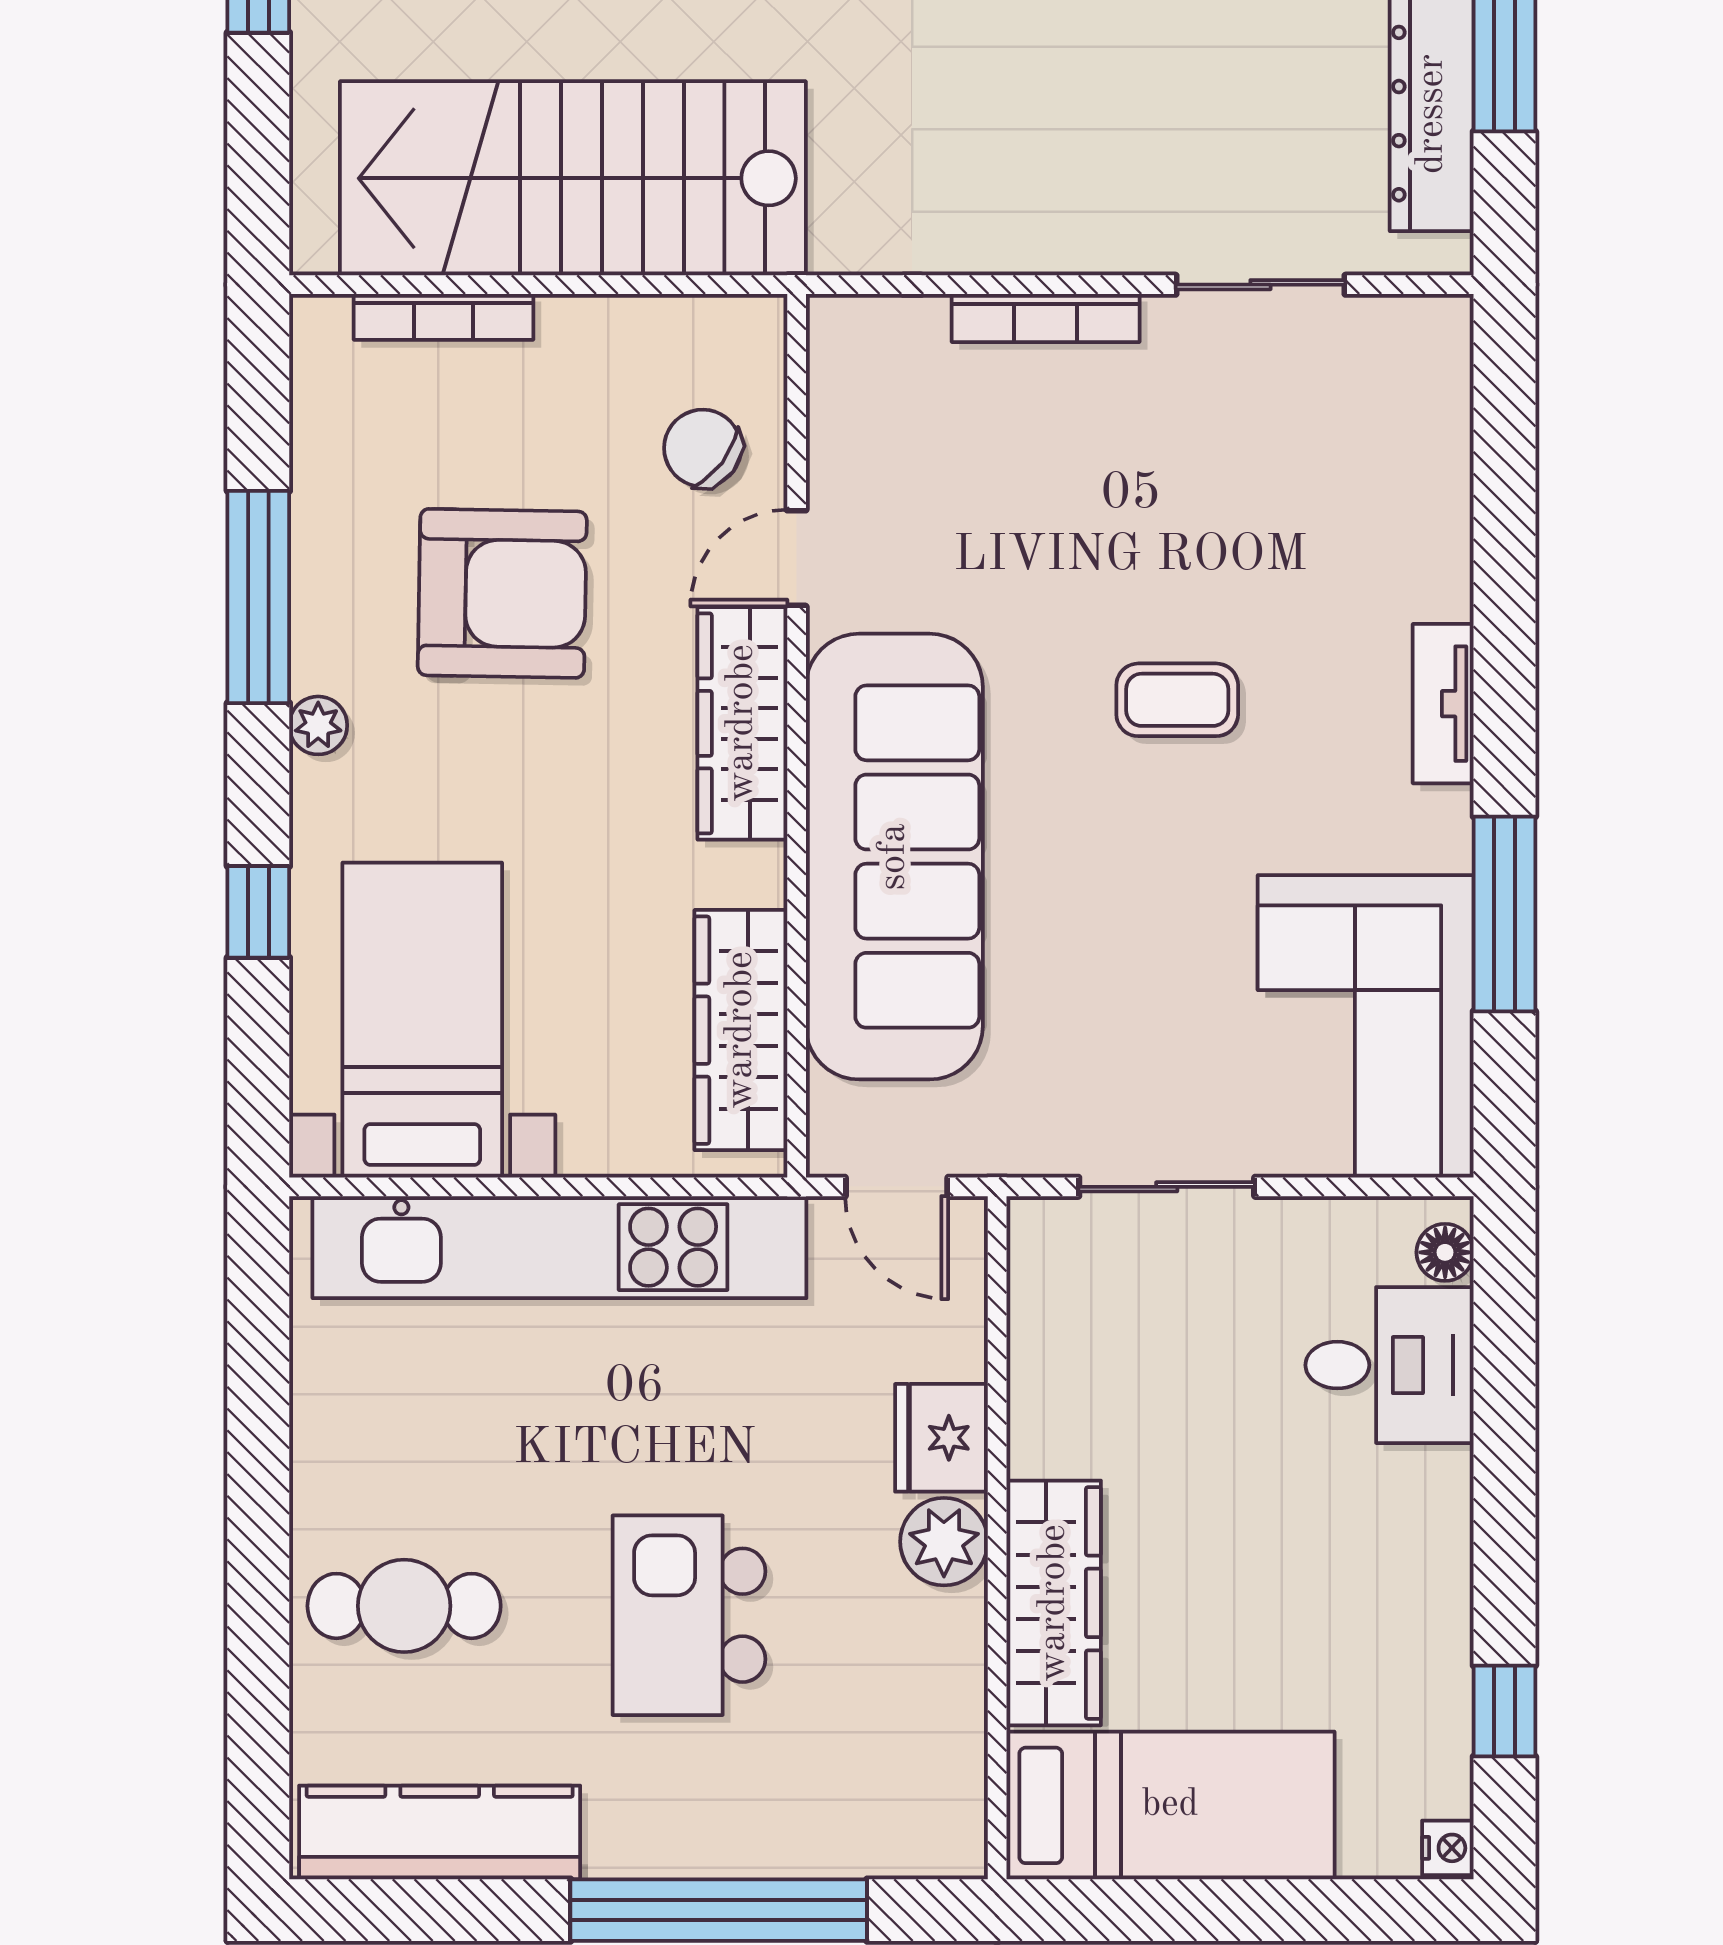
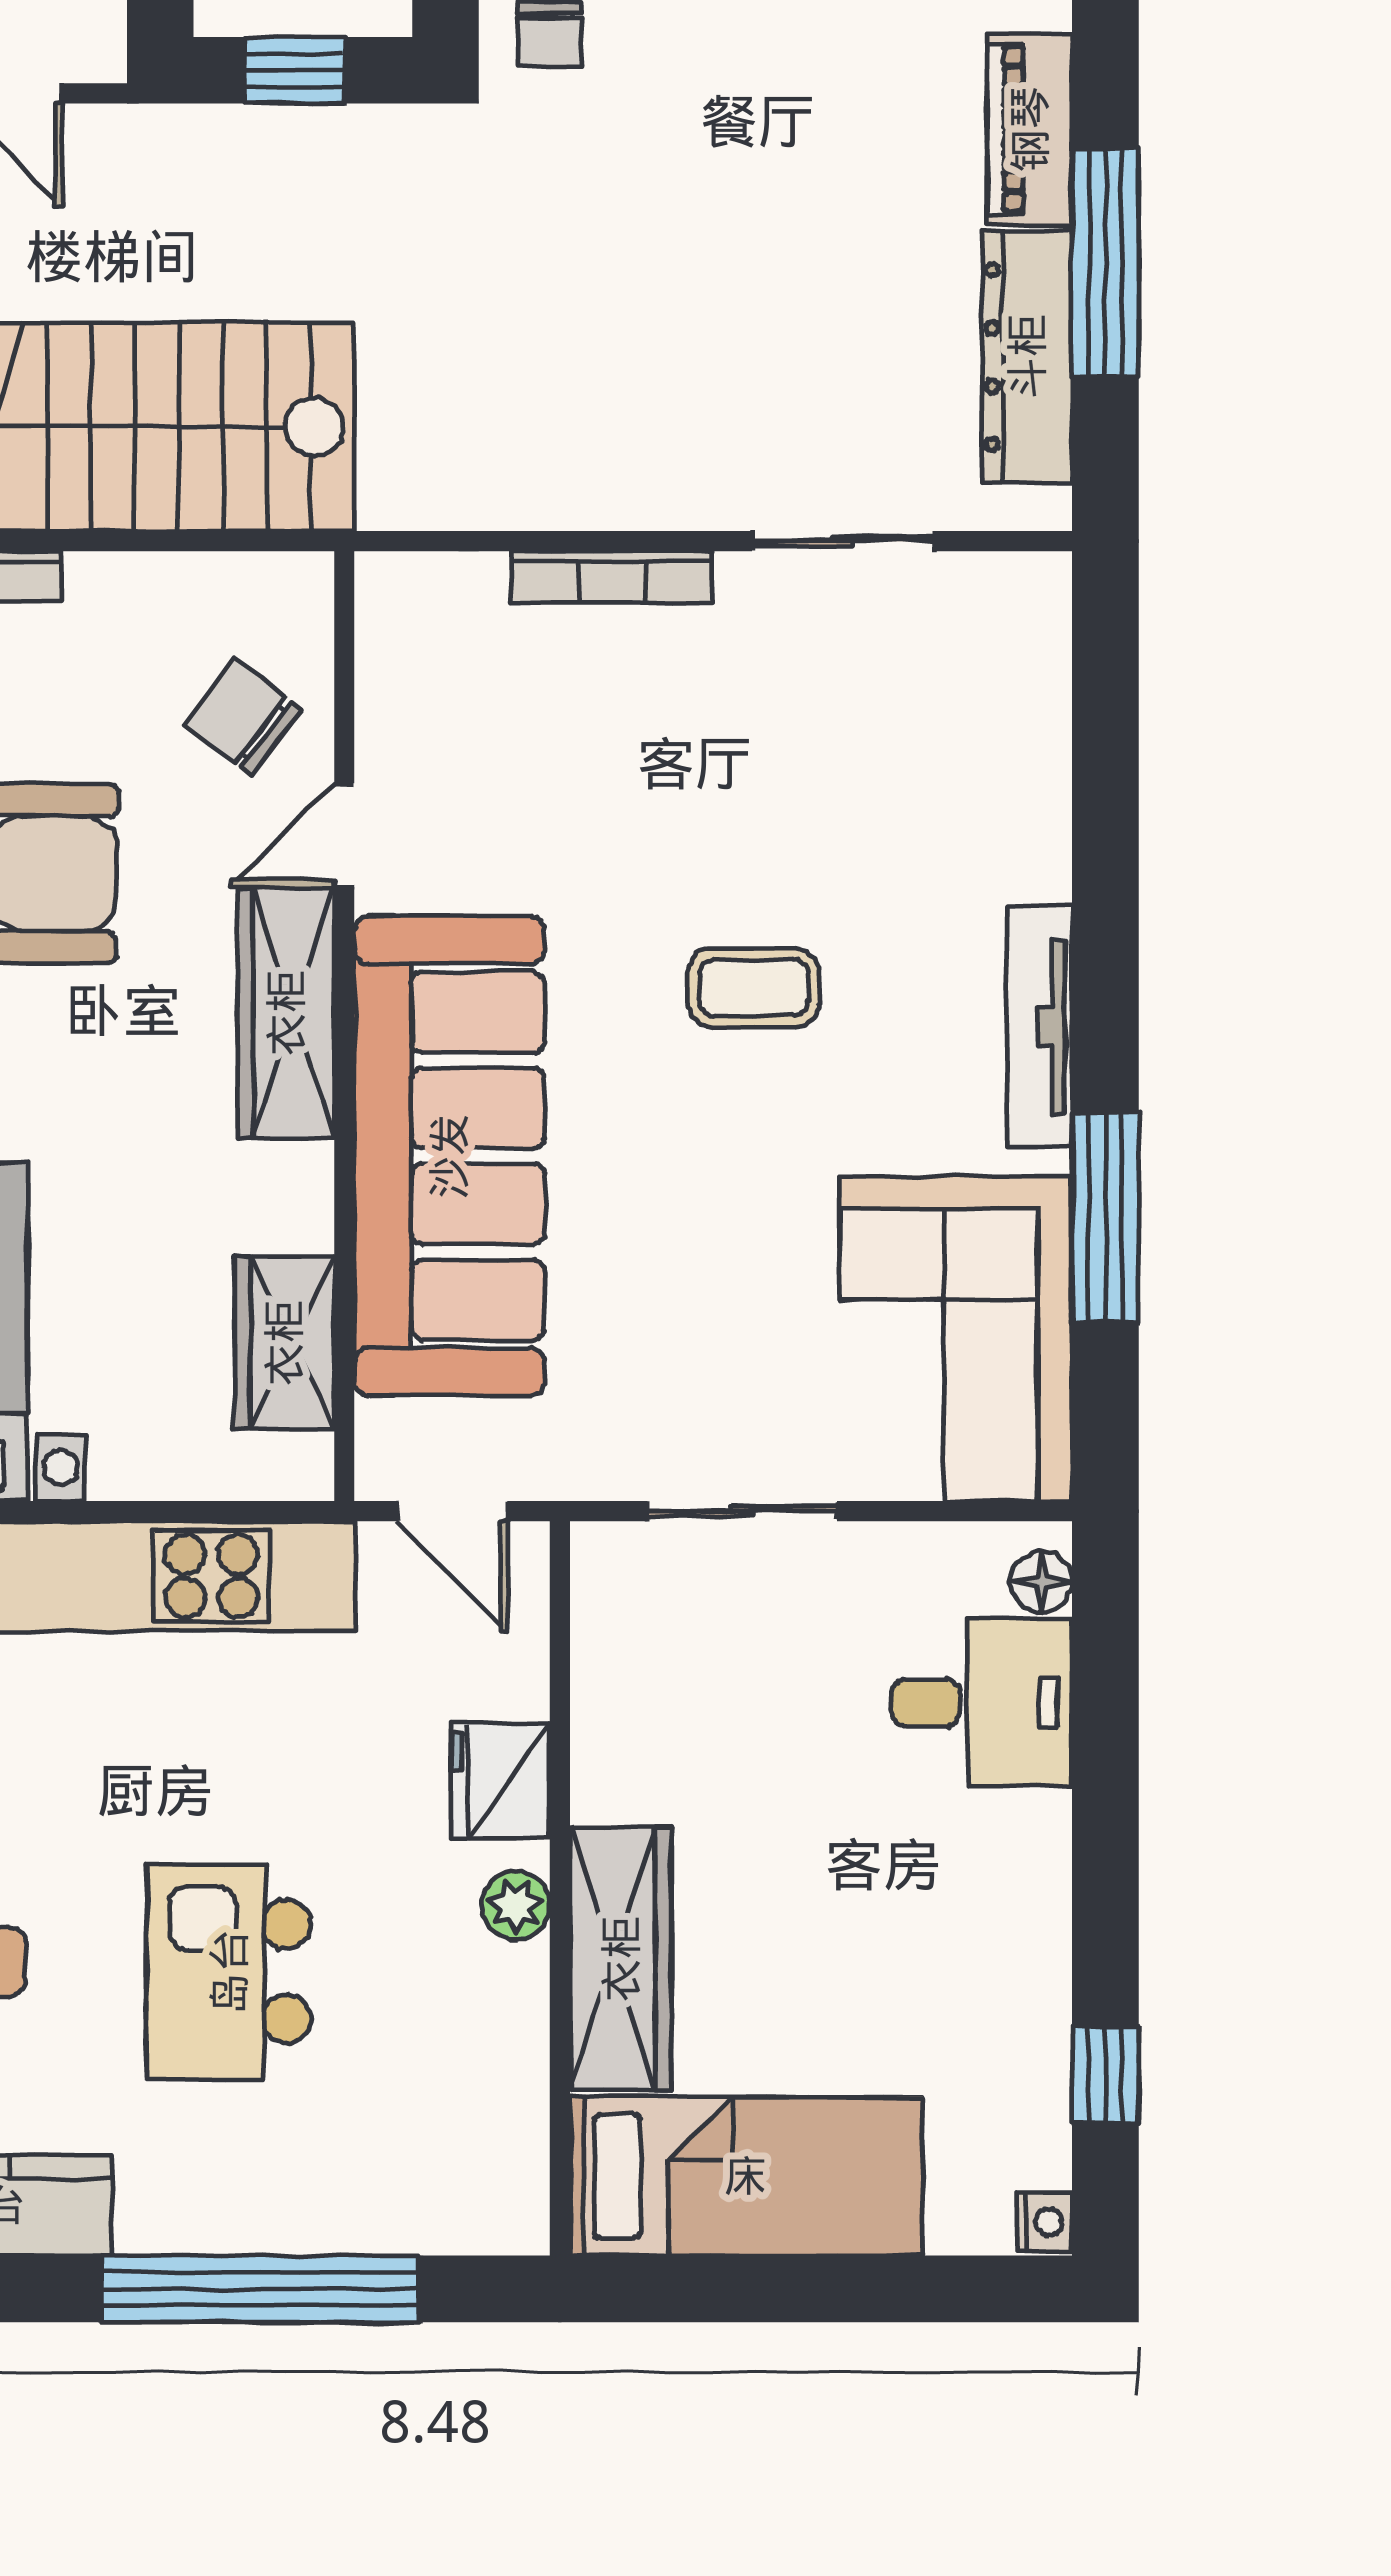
tv unit: (1443, 704) -> (1040, 1027), width x1.41
wardrobe: (741, 1030) -> (284, 1343), width x0.67
plant: (944, 1542) -> (516, 1906), width x0.73, depth x0.73

